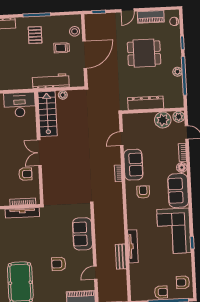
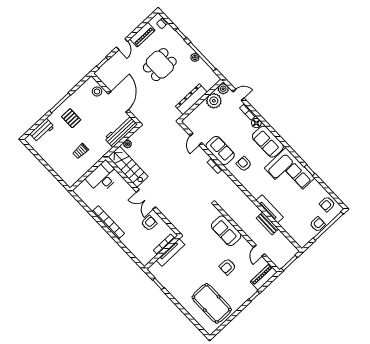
trolley: (62, 48) -> (80, 151), moved
workbench: (51, 81) -> (121, 131), moved

